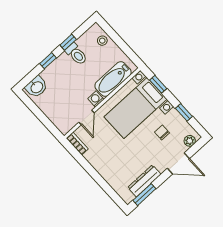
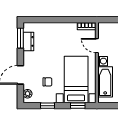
dresser: (144, 181) -> (28, 41), width x0.70

